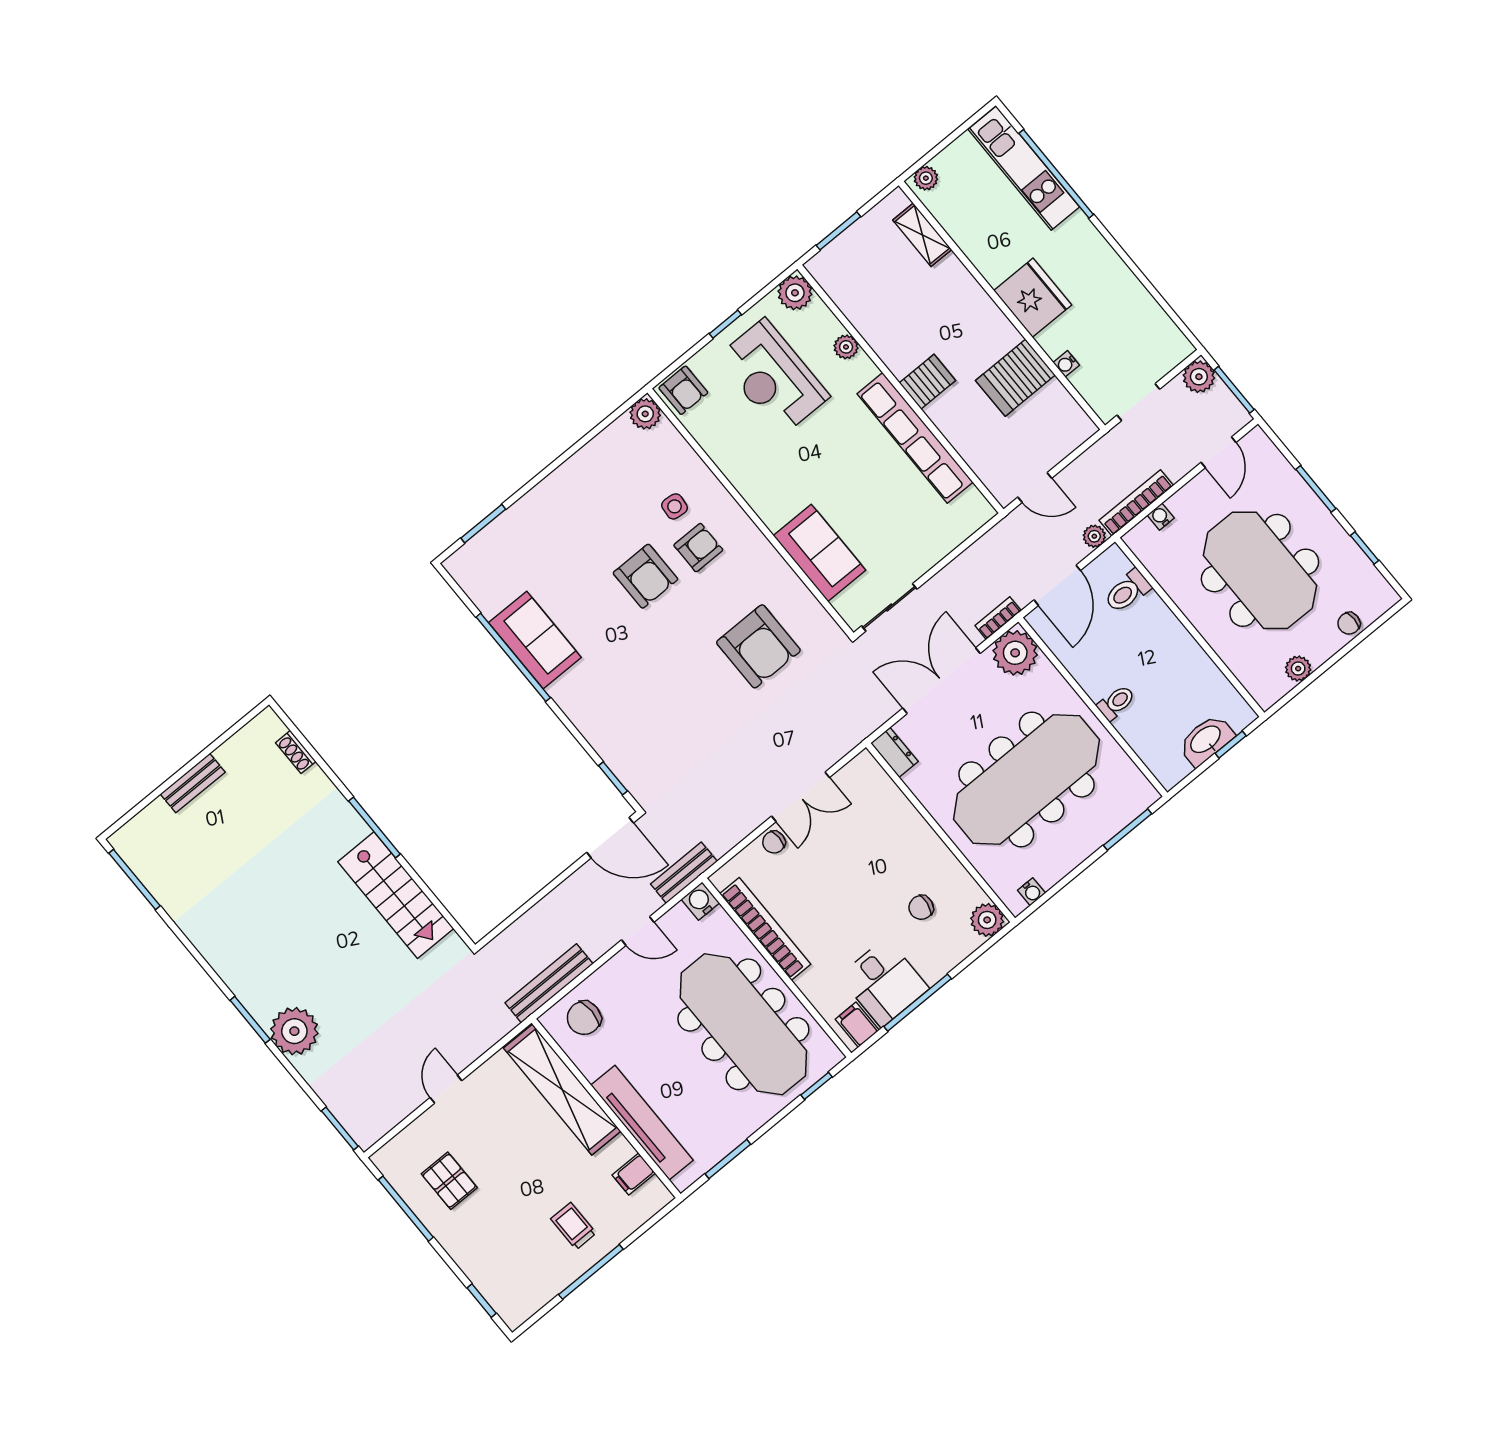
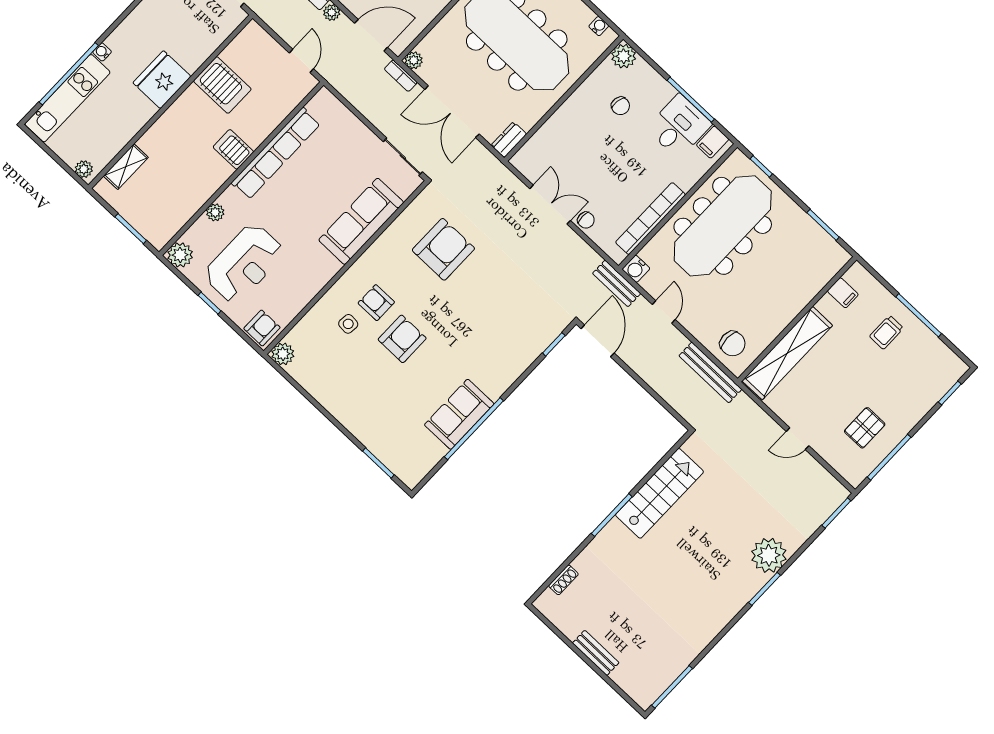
water cooler: (1066, 364) -> (102, 52), moved, turned 180
sofa: (820, 553) -> (361, 221), width x1.36
plant: (1015, 653) -> (414, 60), width x0.53, depth x0.53
tv unit: (642, 1123) -> (804, 291), removed

